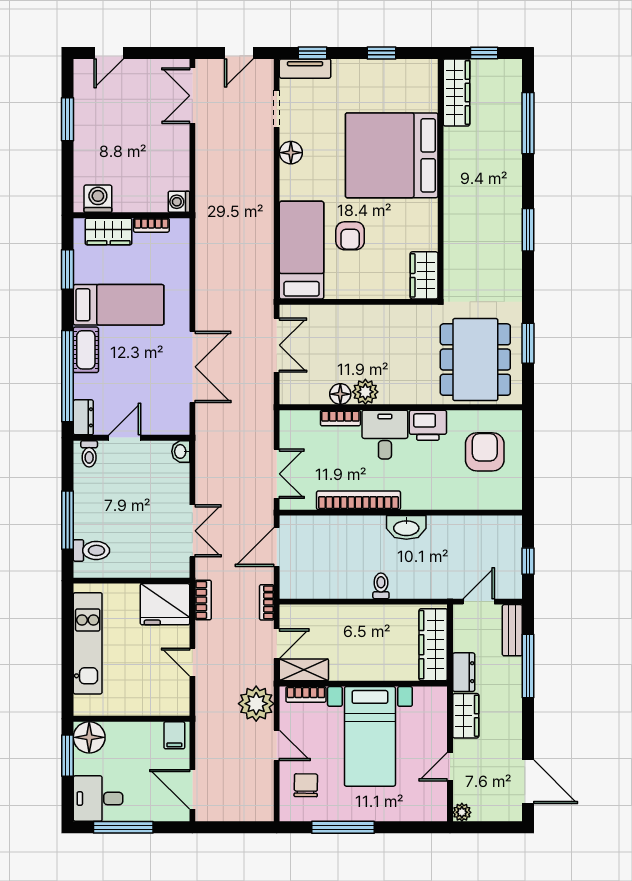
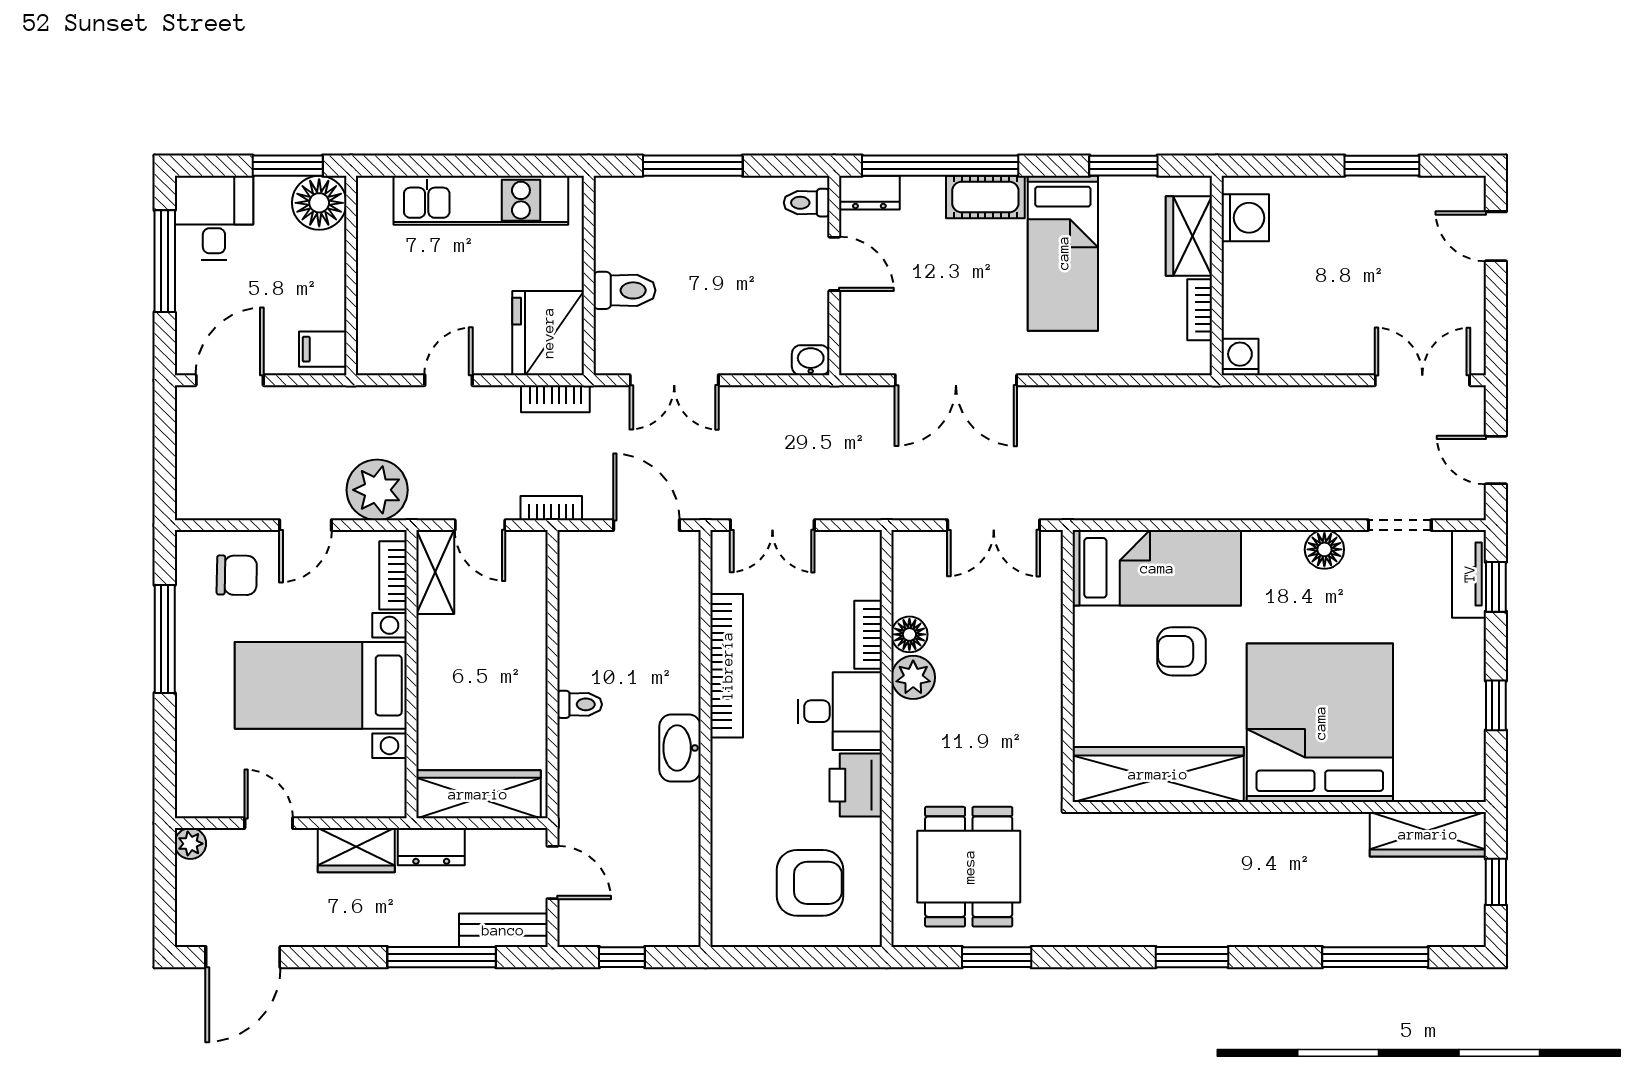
wardrobe: (424, 275) -> (1158, 774), width x2.10, depth x1.17
dining table: (475, 360) -> (969, 867), width x0.73
toilet: (91, 550) -> (624, 290), moved, turned -90

